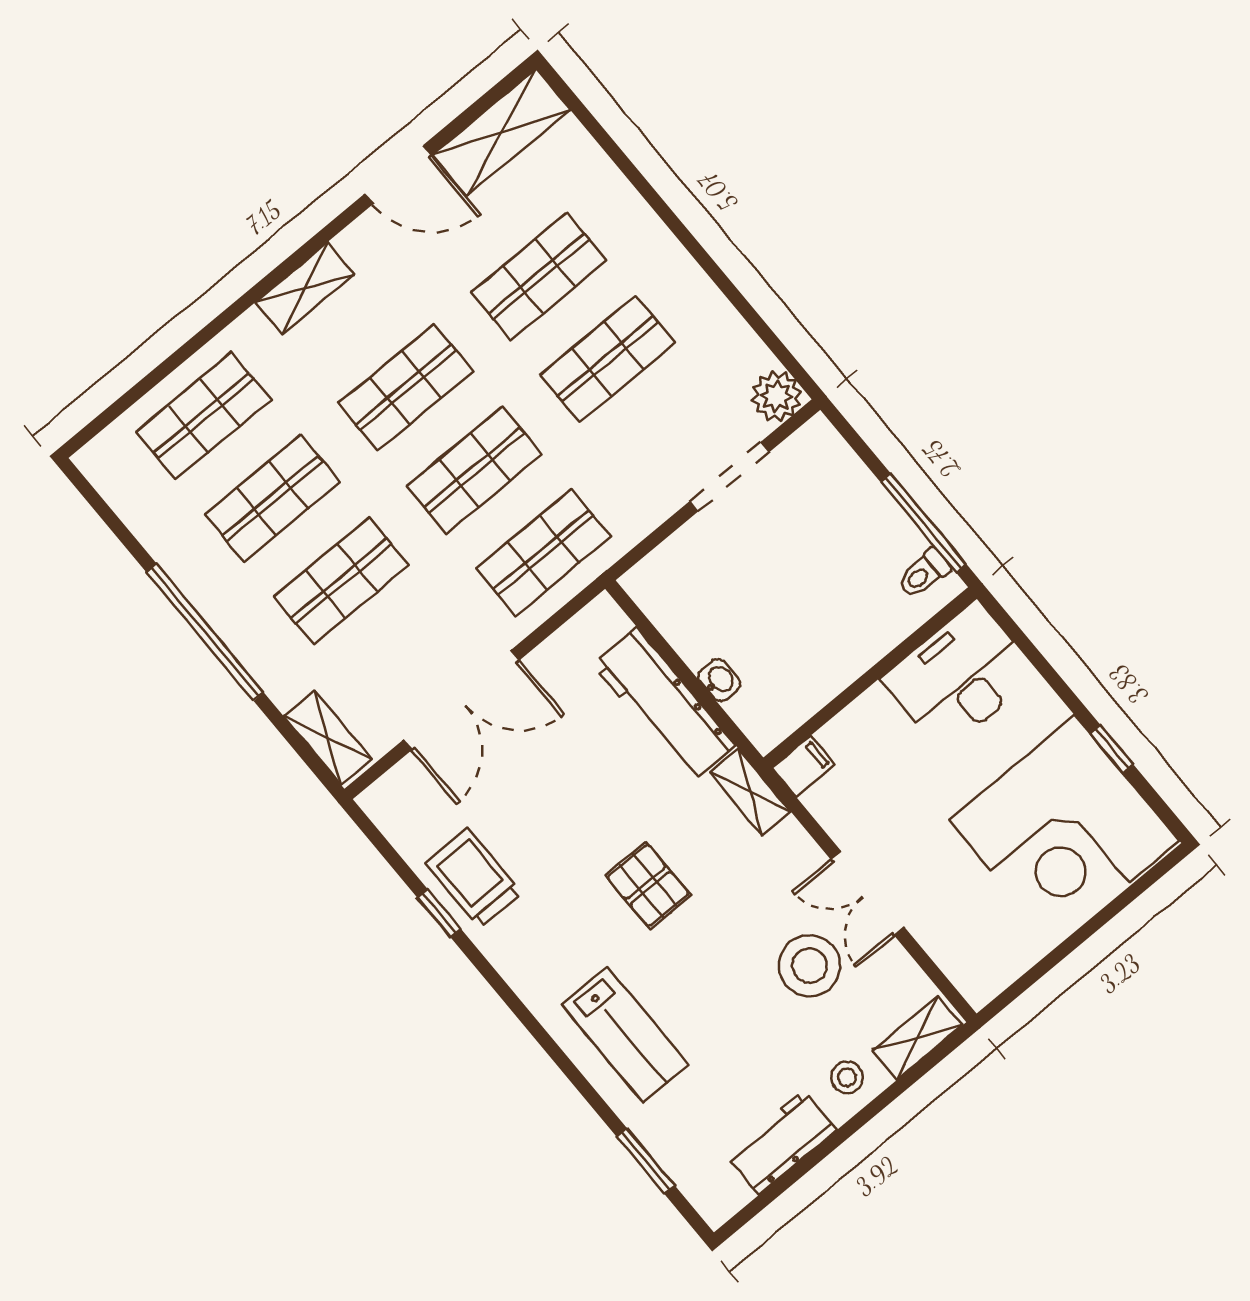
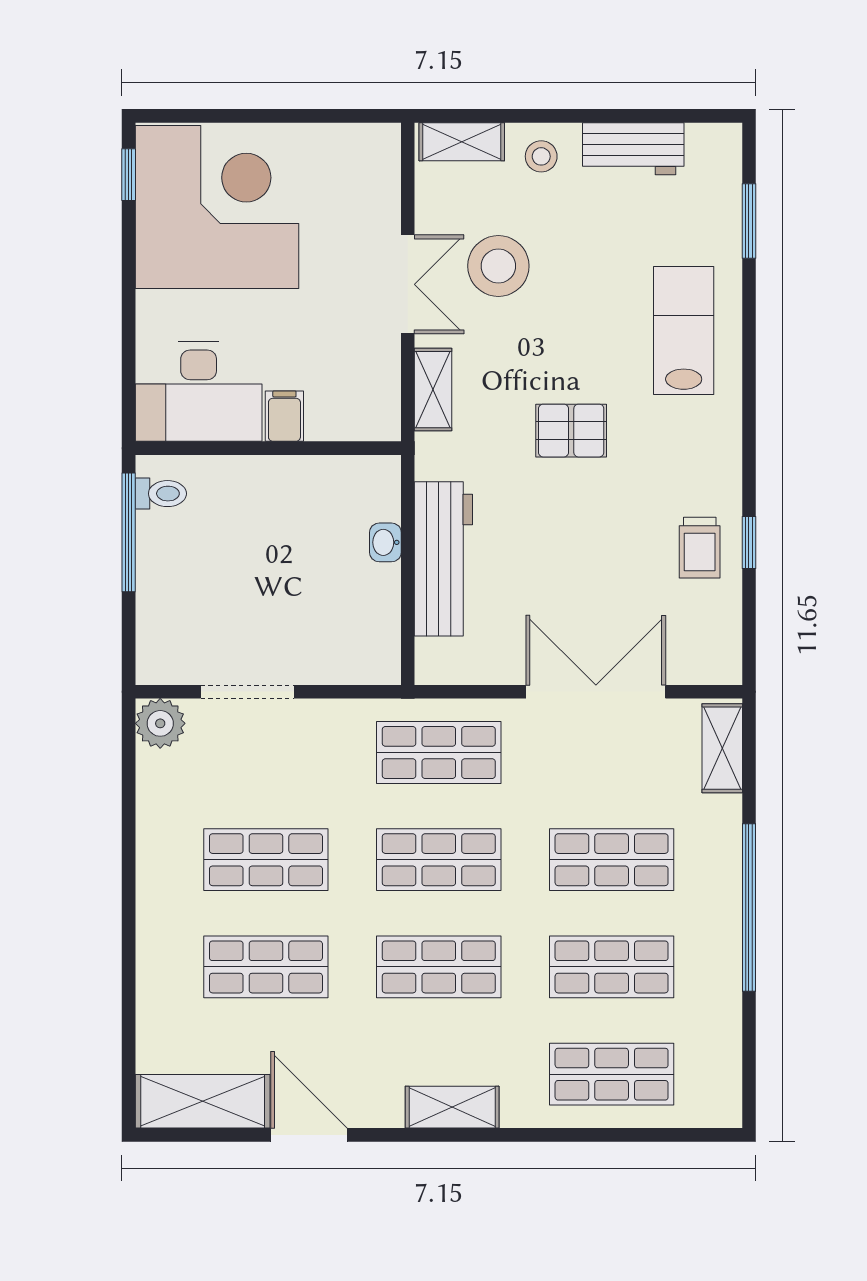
window: (1112, 749) -> (129, 175), moved
filing cabinet: (803, 766) -> (284, 416), moved, turned 90
shelving: (750, 792) -> (433, 390), moved
trolley: (474, 878) -> (700, 548), width x0.73, depth x0.72
pallet: (648, 885) -> (571, 431), turned 90

